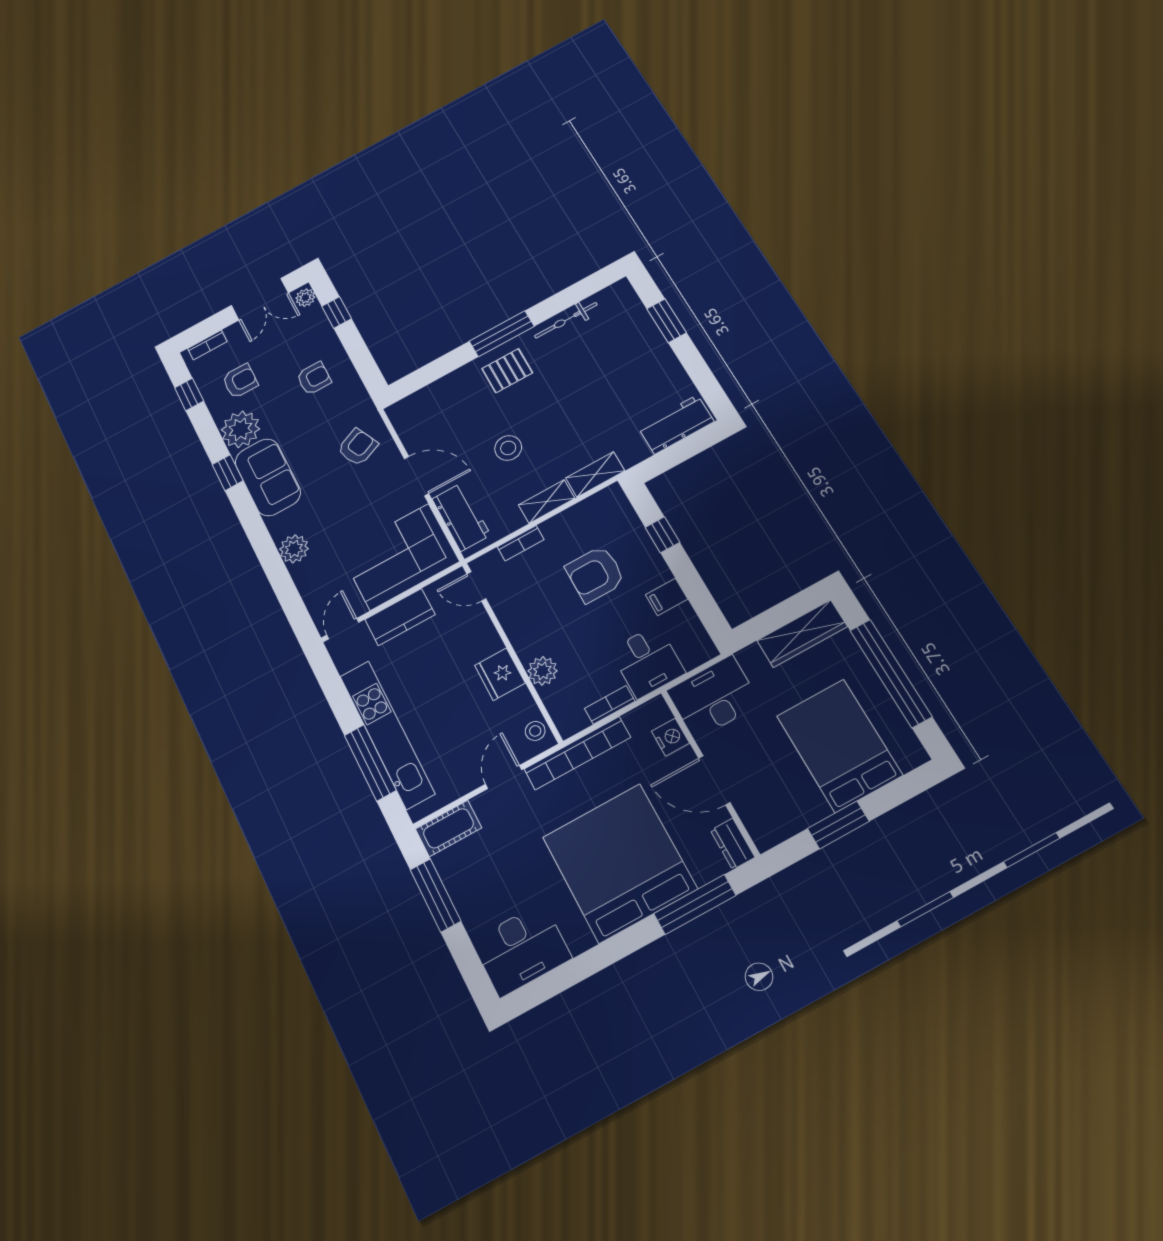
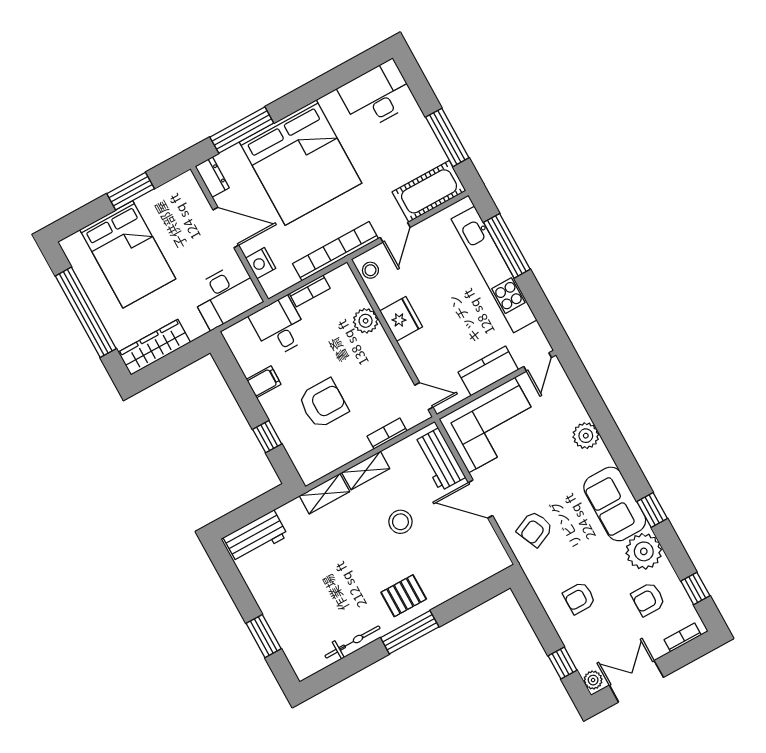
cot: (449, 828) -> (429, 191), width x1.37, depth x1.34

